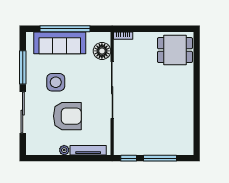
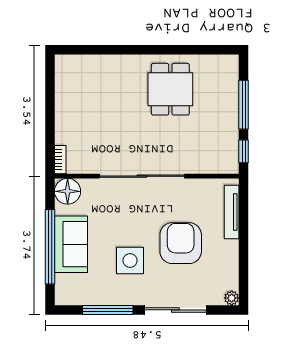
sofa: (60, 43) -> (71, 244), width x0.73
dining table: (175, 50) -> (170, 89), moved
floor lamp: (102, 51) -> (68, 191), moved
plant: (64, 150) -> (232, 298), moved

